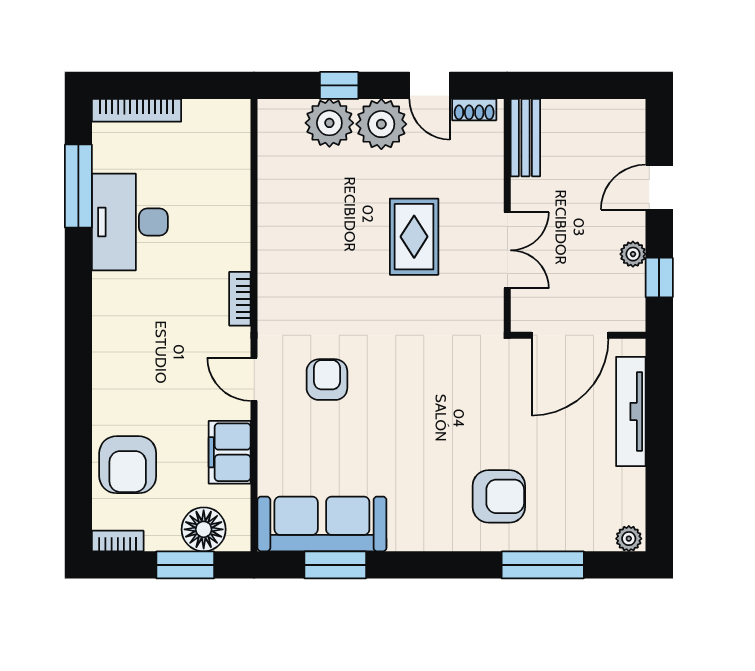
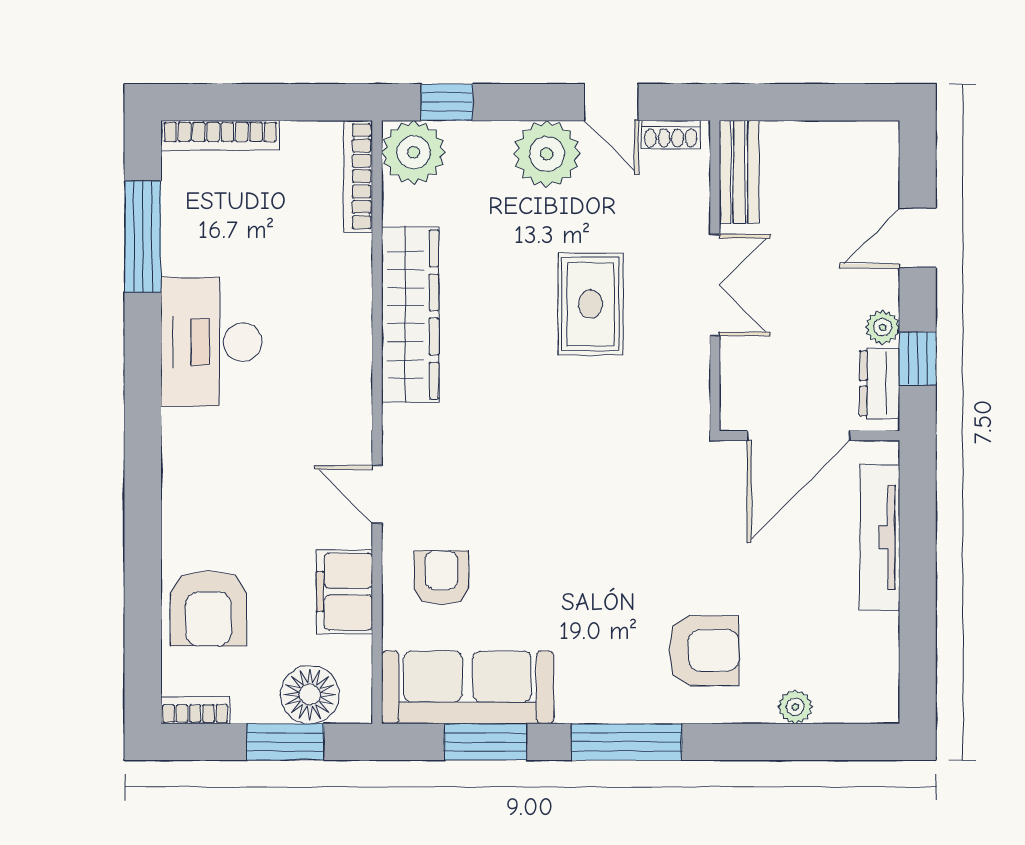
window: (339, 85) -> (447, 102), moved
plant: (329, 123) -> (414, 152), moved
desk: (130, 222) -> (211, 342), moved
wardrobe: (279, 245) -> (410, 315), added
double door: (507, 250) -> (715, 285), moved
dresser: (631, 296) -> (880, 383), added
bookcase: (240, 299) -> (358, 176), moved, width x1.56
armchair: (327, 380) -> (441, 578), moved
plant: (629, 539) -> (795, 707), moved
window: (543, 565) -> (626, 742), moved

